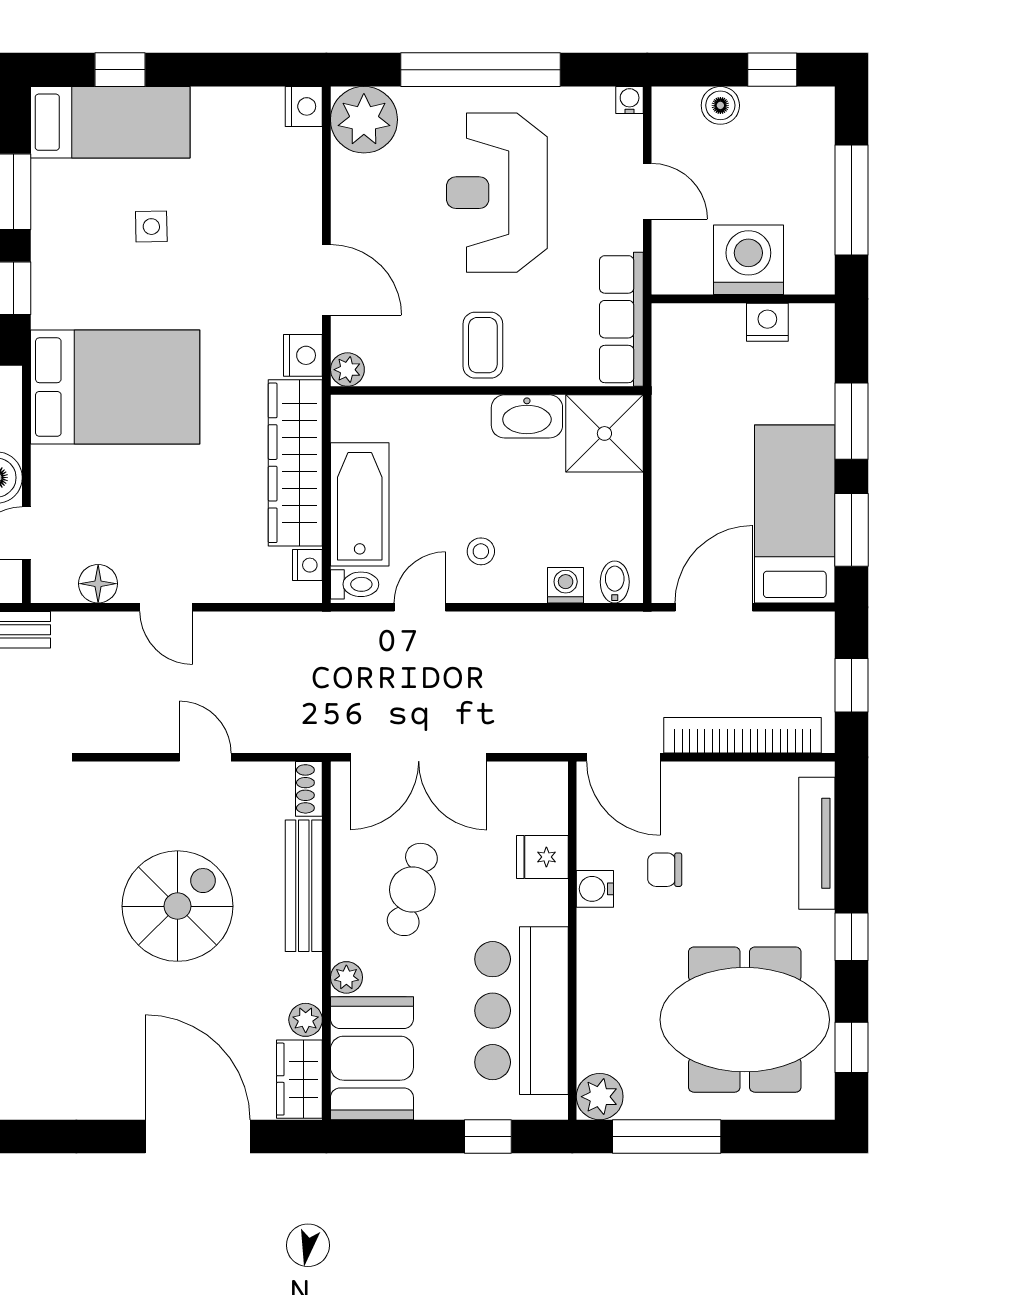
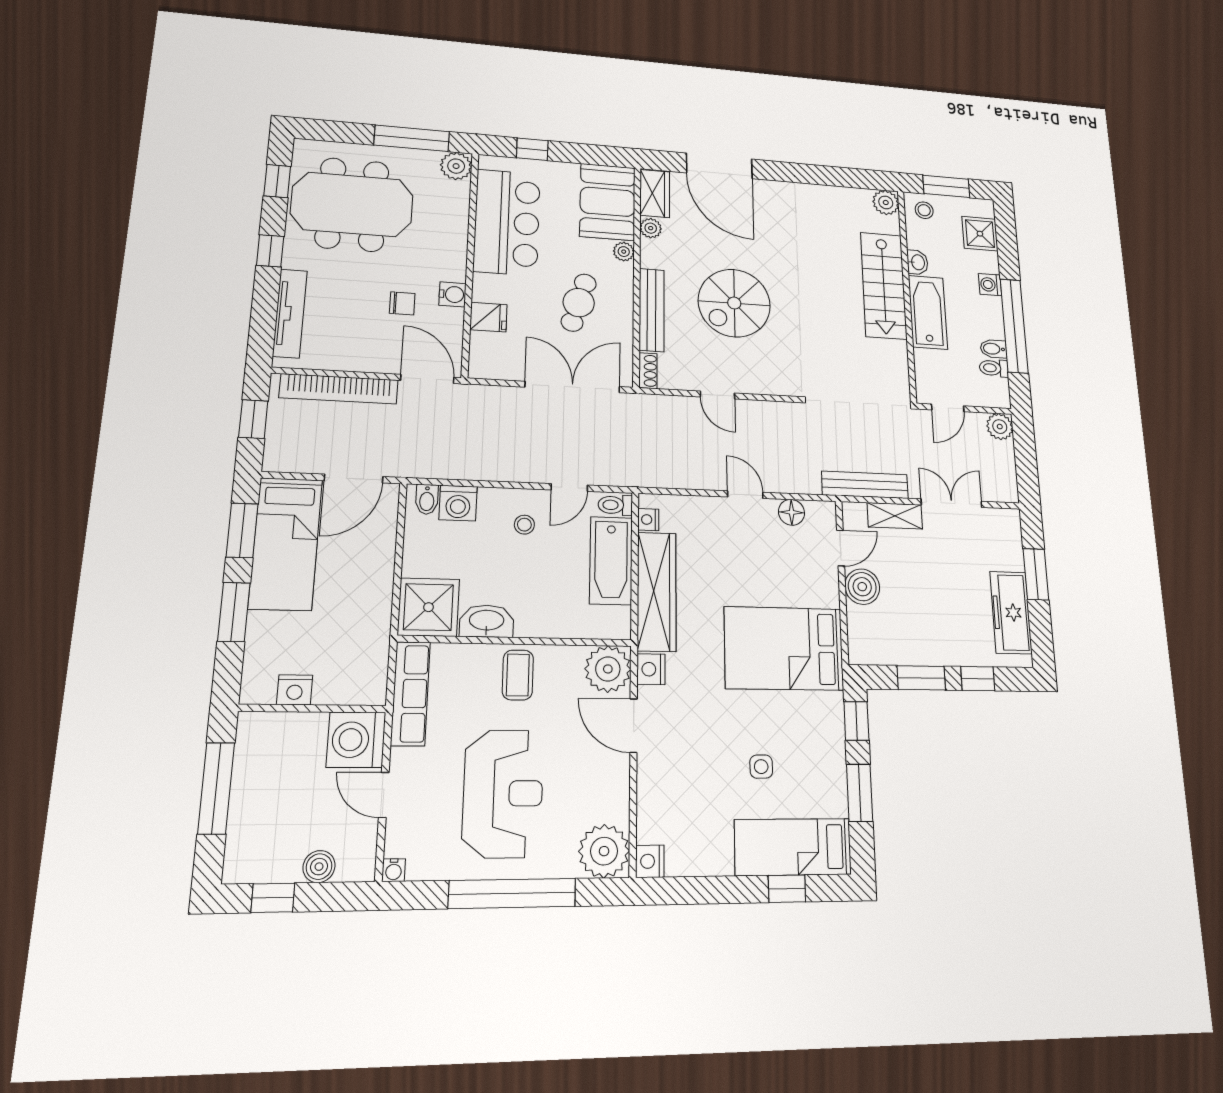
washing machine: (748, 260) -> (356, 740), moved, turned 90
plant: (347, 370) -> (608, 669), width x1.87, depth x1.87
washing machine: (566, 585) -> (458, 503), width x1.38, depth x1.38

